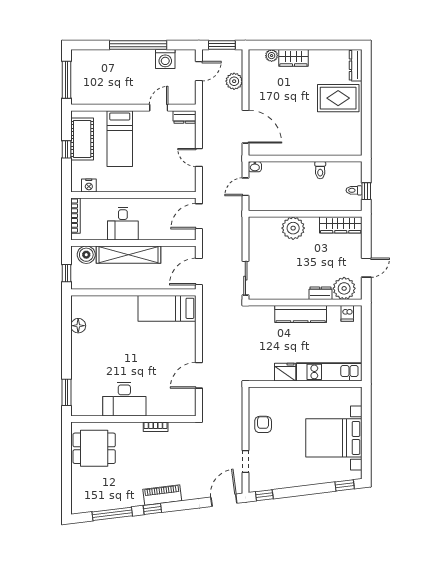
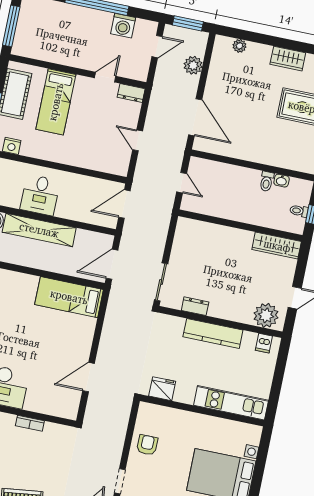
wardrobe: (293, 58) -> (288, 59), moved
washbasin: (255, 167) -> (282, 181), moved
door: (245, 187) -> (182, 183), swing flipped
plant: (293, 228) -> (224, 238), removed
dresser: (320, 293) -> (195, 306), moved
fridge: (285, 372) -> (162, 389), moved

